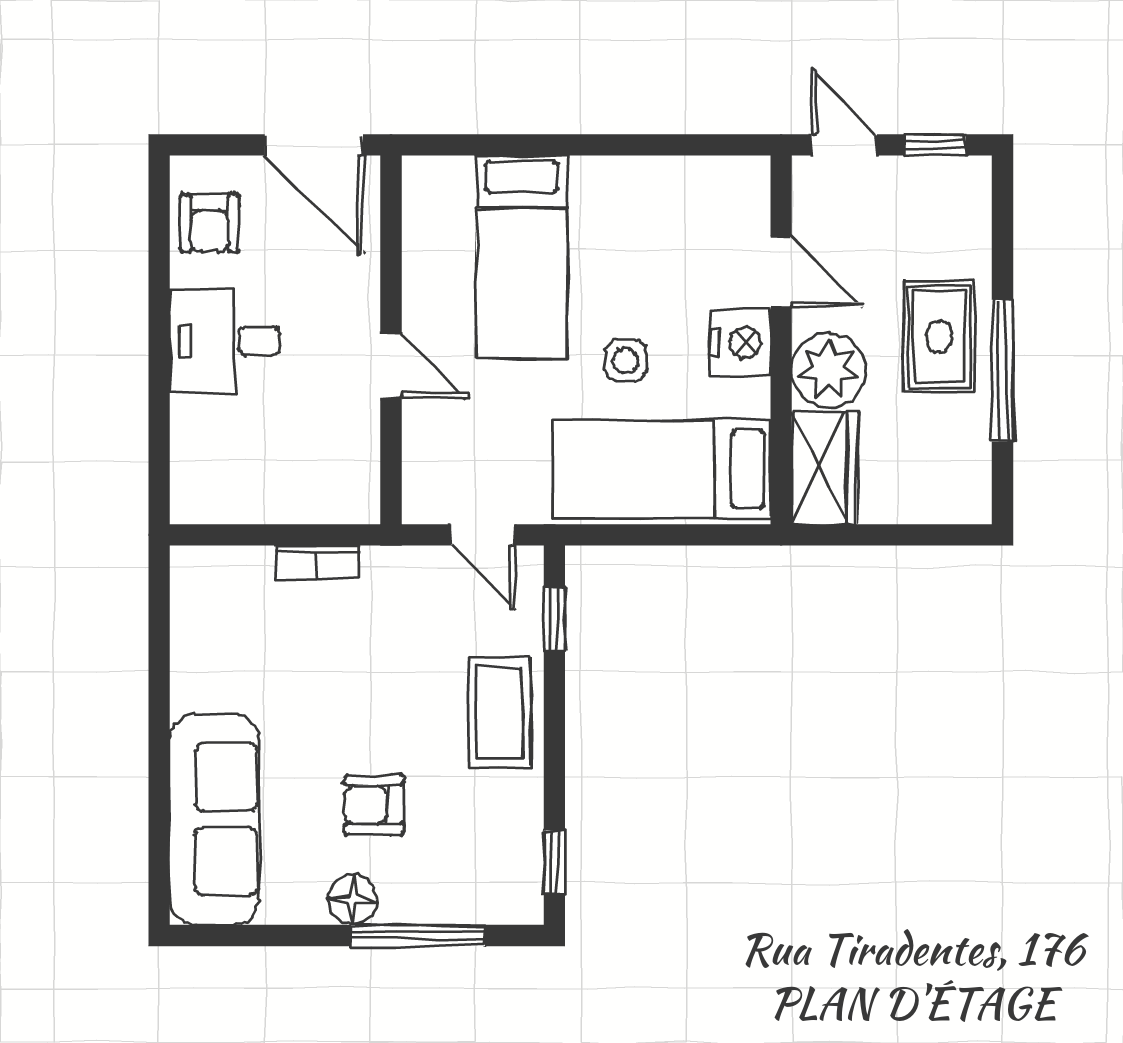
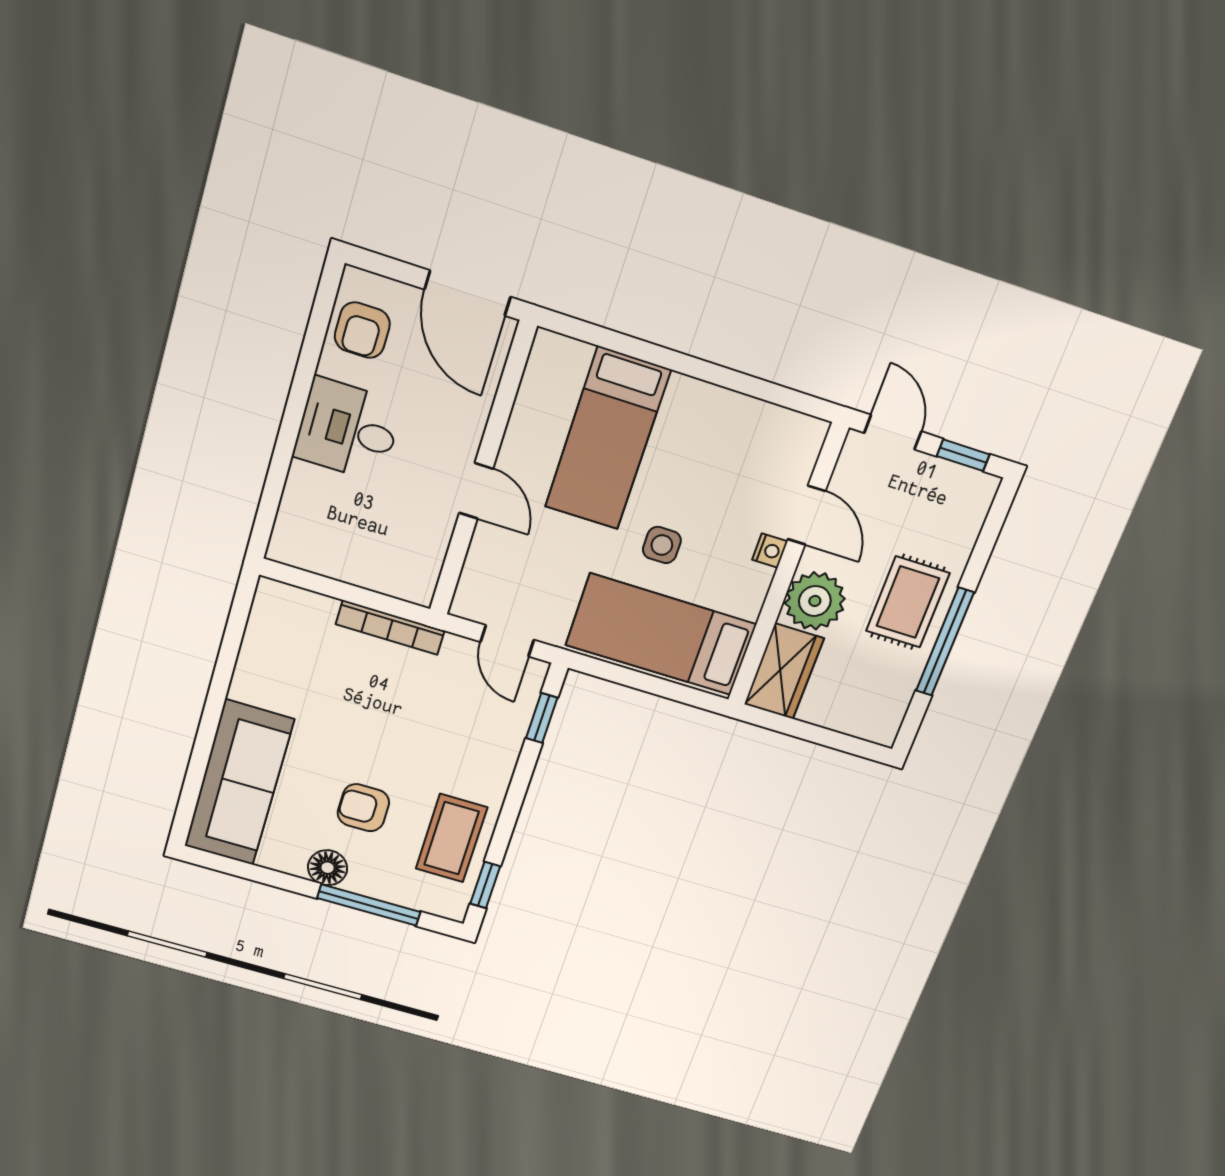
nightstand: (740, 343) -> (770, 551), width x0.53, depth x0.56
bookcase: (317, 562) -> (390, 627), width x1.56
coffee table: (500, 713) -> (452, 838), moved

